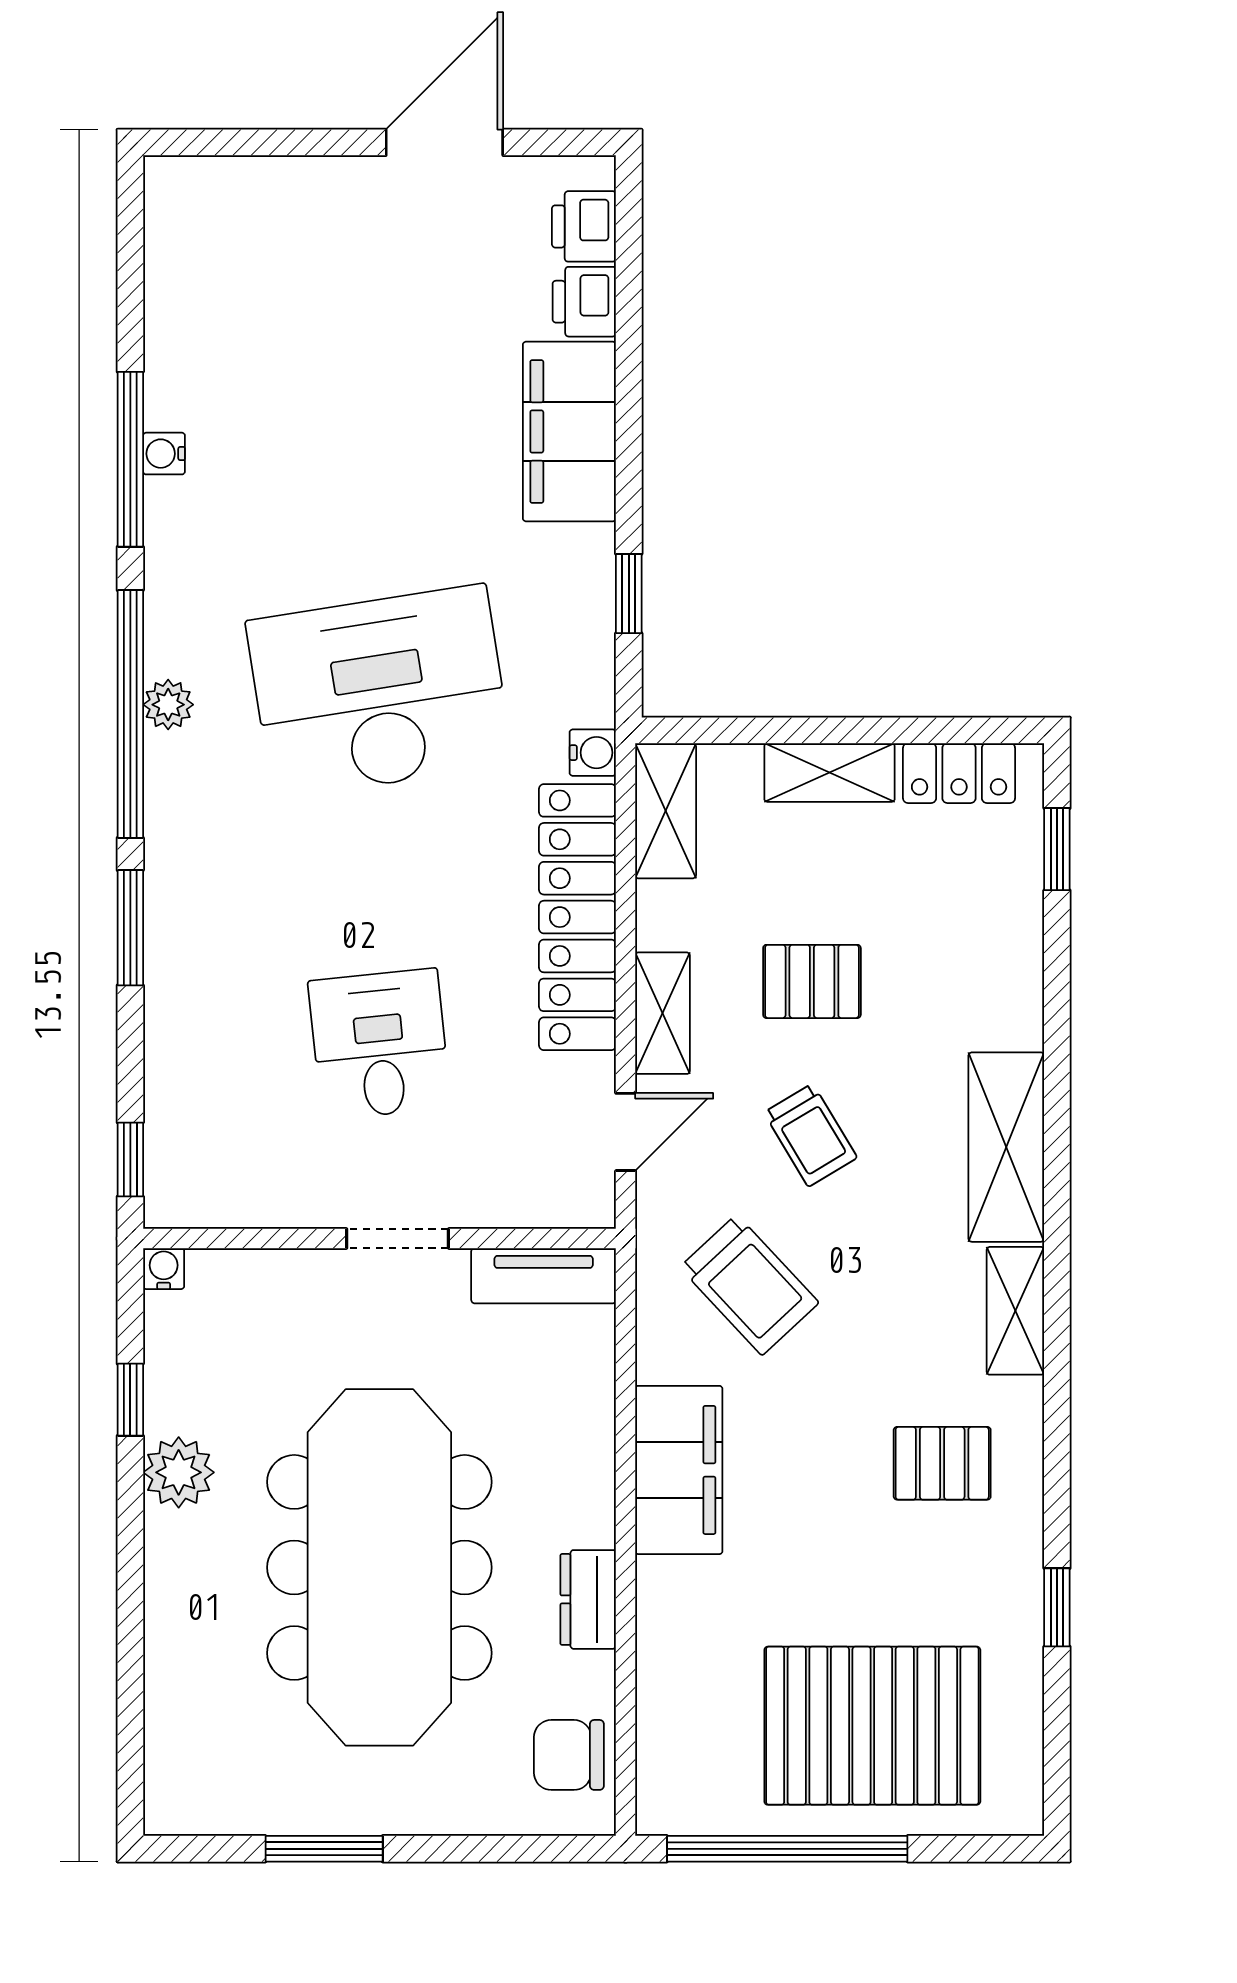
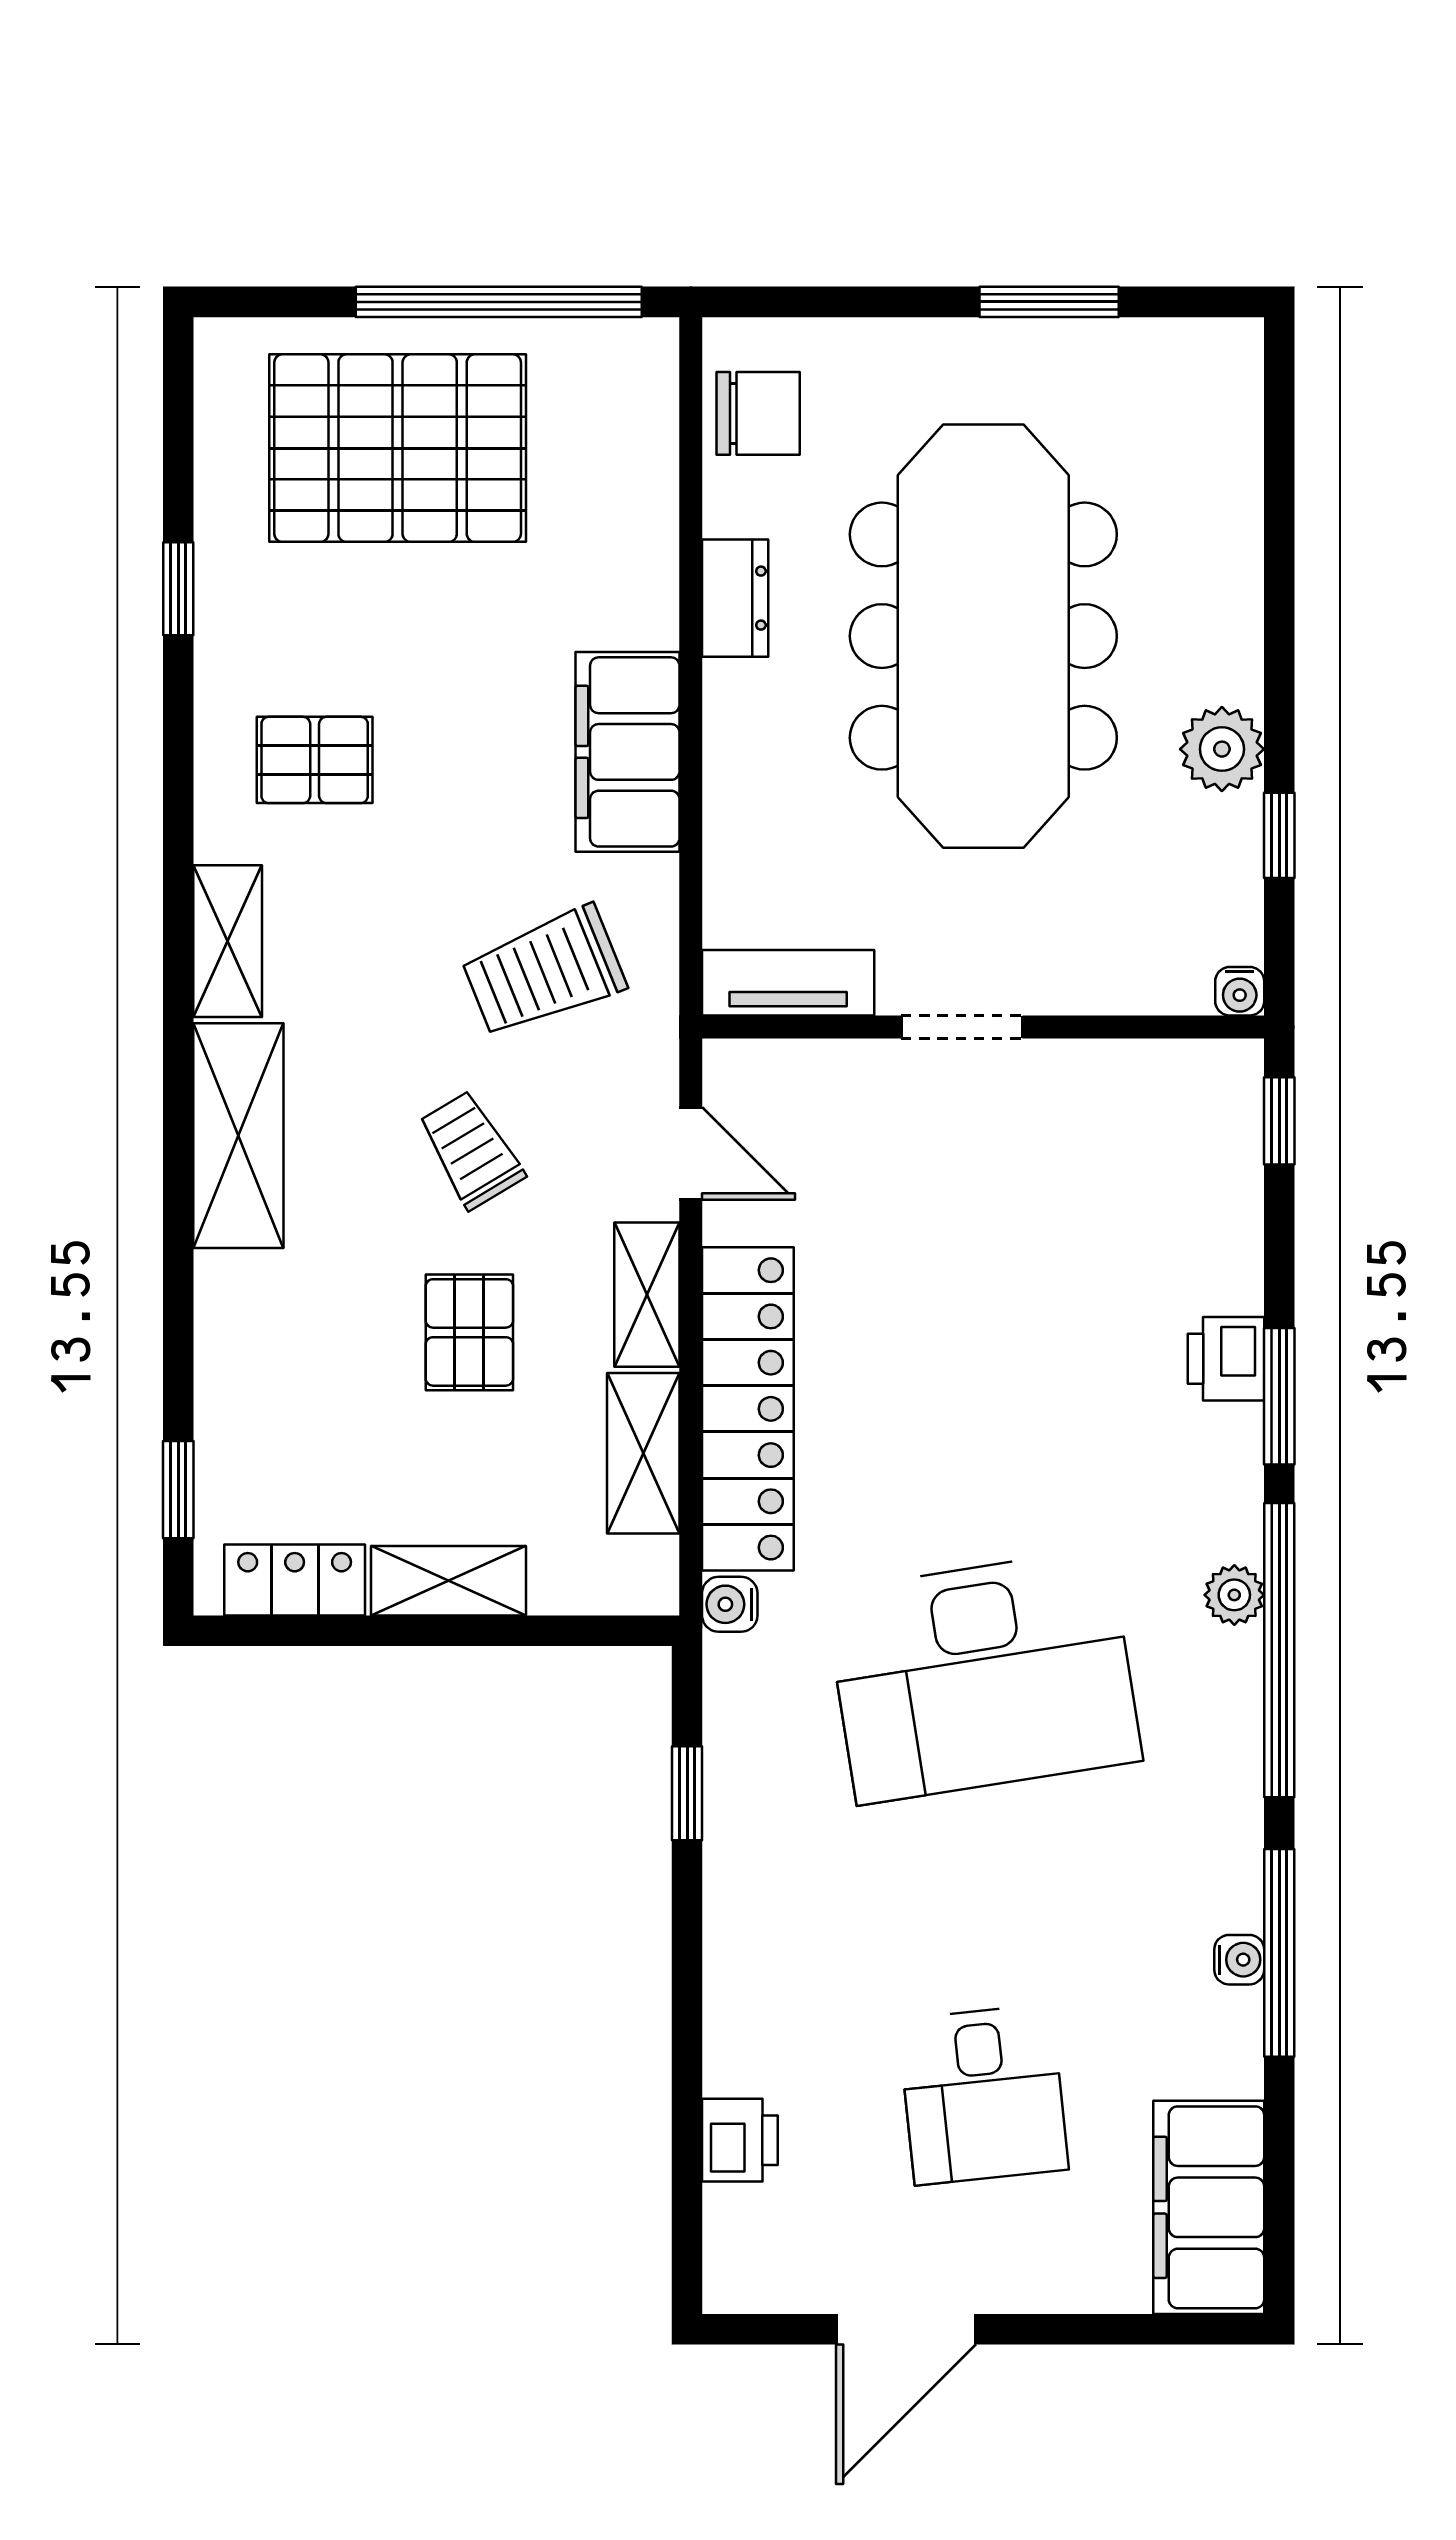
printer: (584, 226) -> (1226, 1359), moved, turned 180
filing cabinet: (569, 431) -> (1209, 2207), moved, turned 180
plant: (168, 705) -> (1234, 1595), moved
shelving: (666, 811) -> (643, 1453), moved
pallet: (812, 981) -> (469, 1332), turned 90
desk: (380, 1044) -> (983, 2095), moved
door: (626, 1132) -> (691, 1154), swing flipped
trolley: (749, 1285) -> (544, 972), turned -69

